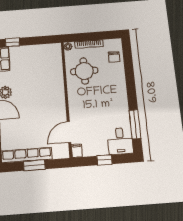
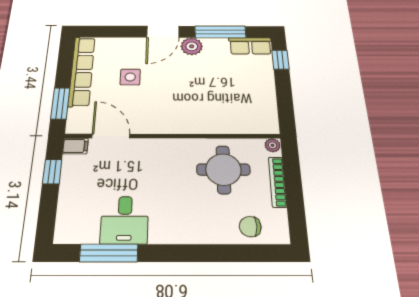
side table: (29, 126) -> (130, 77), added
desk: (120, 141) -> (125, 220), moved, turned -90
window: (104, 160) -> (52, 172), moved
window: (34, 165) -> (60, 103), moved

